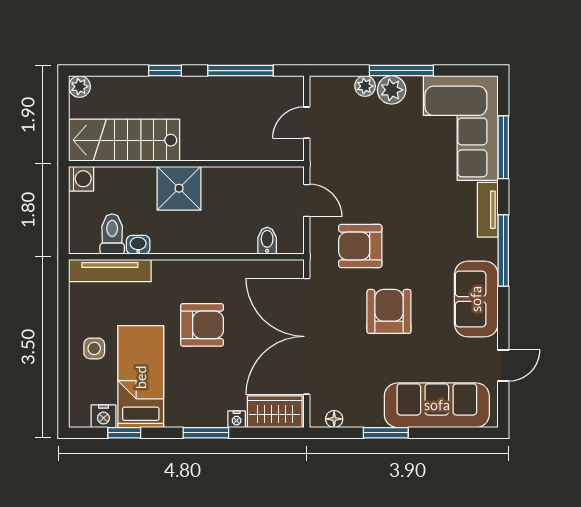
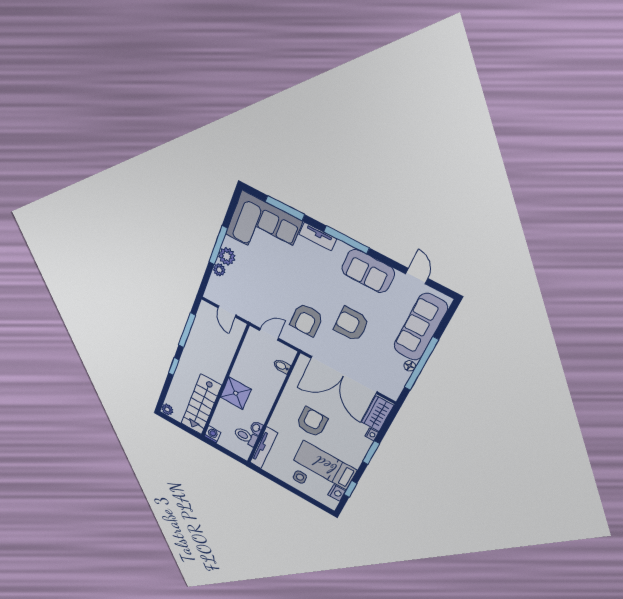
floor lamp: (334, 419) -> (410, 366), moved
window: (386, 433) -> (421, 364), width x2.11

